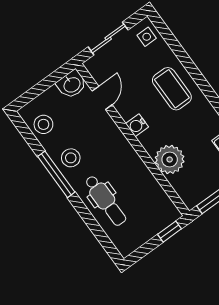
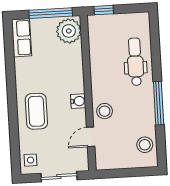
washbasin: (72, 84) -> (106, 160), removed
stool: (71, 158) -> (105, 111), moved
plant: (170, 160) -> (69, 31), moved

